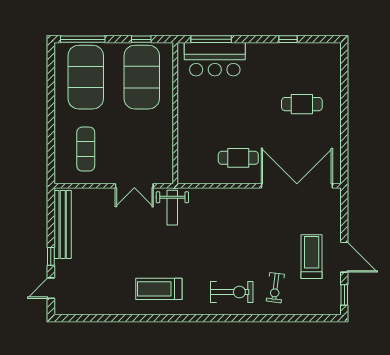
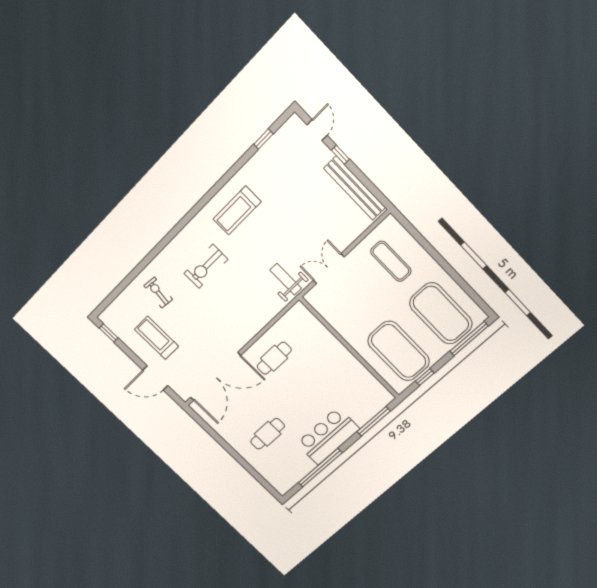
window: (288, 39) -> (320, 468), width x3.17
bar counter: (215, 59) -> (328, 436), moved
treadmill: (312, 257) -> (157, 338), turned 180
door: (344, 257) -> (155, 378), moved
treadmill: (159, 289) -> (237, 211), turned 180
exercise bike: (232, 292) -> (206, 266), moved
window: (93, 318) -> (263, 139), added

